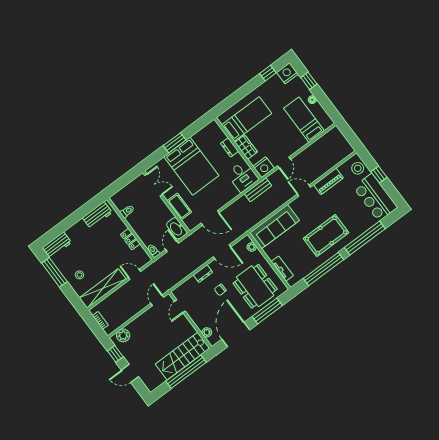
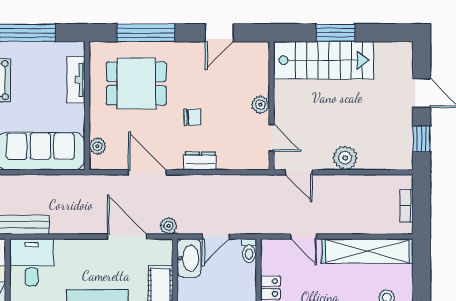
plant: (196, 236) -> (168, 226), added
dining table: (255, 286) -> (136, 84), width x0.73
door: (157, 300) -> (299, 172), hinge flipped
door: (180, 306) -> (271, 138), hinge flipped
plant: (207, 332) -> (260, 105), moved
plant: (123, 335) -> (345, 158), moved
door: (236, 335) -> (219, 33), width x0.53
window: (186, 372) -> (335, 33), width x0.47

